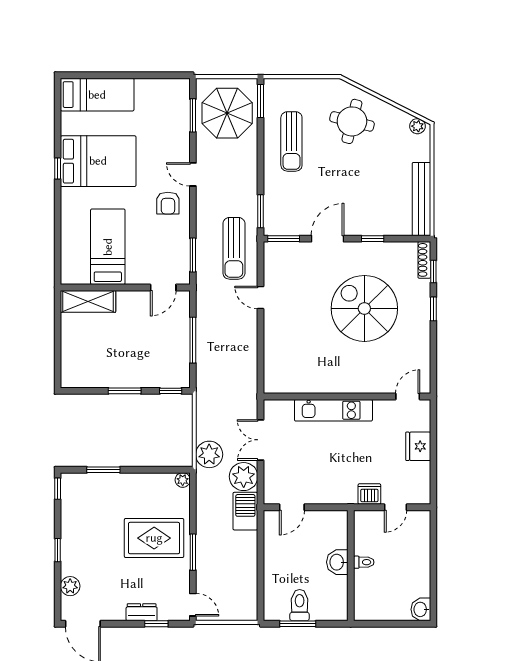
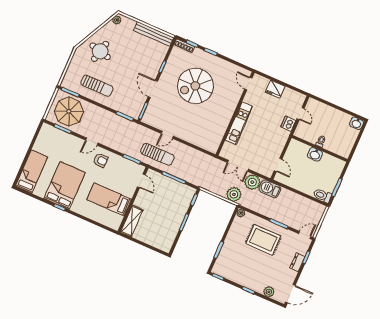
sun lounger: (234, 248) -> (157, 154), moved
rug: (154, 538) -> (263, 240), turned 90
toilet: (300, 605) -> (322, 196), moved

